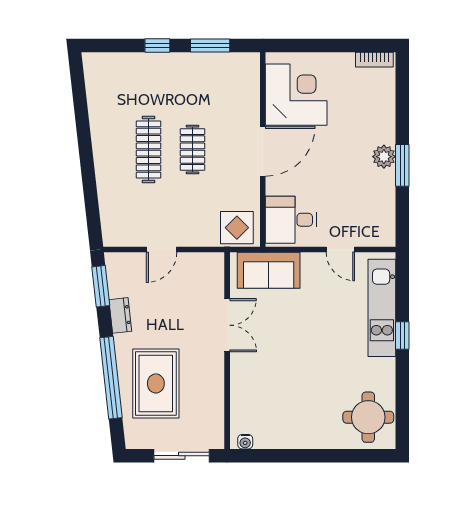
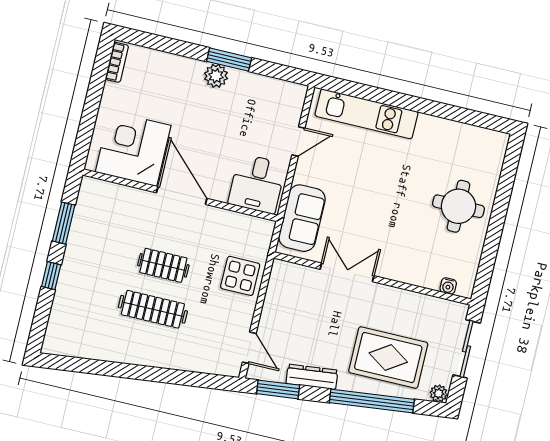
display table: (237, 228) -> (240, 276), moved
door: (162, 249) -> (249, 348), moved
dresser: (120, 315) -> (312, 377), width x1.44
window: (402, 335) -> (399, 100), removed
round table: (368, 417) -> (458, 206), moved
plant: (133, 439) -> (439, 393), added
water cooler: (245, 442) -> (448, 286), moved, turned 90

